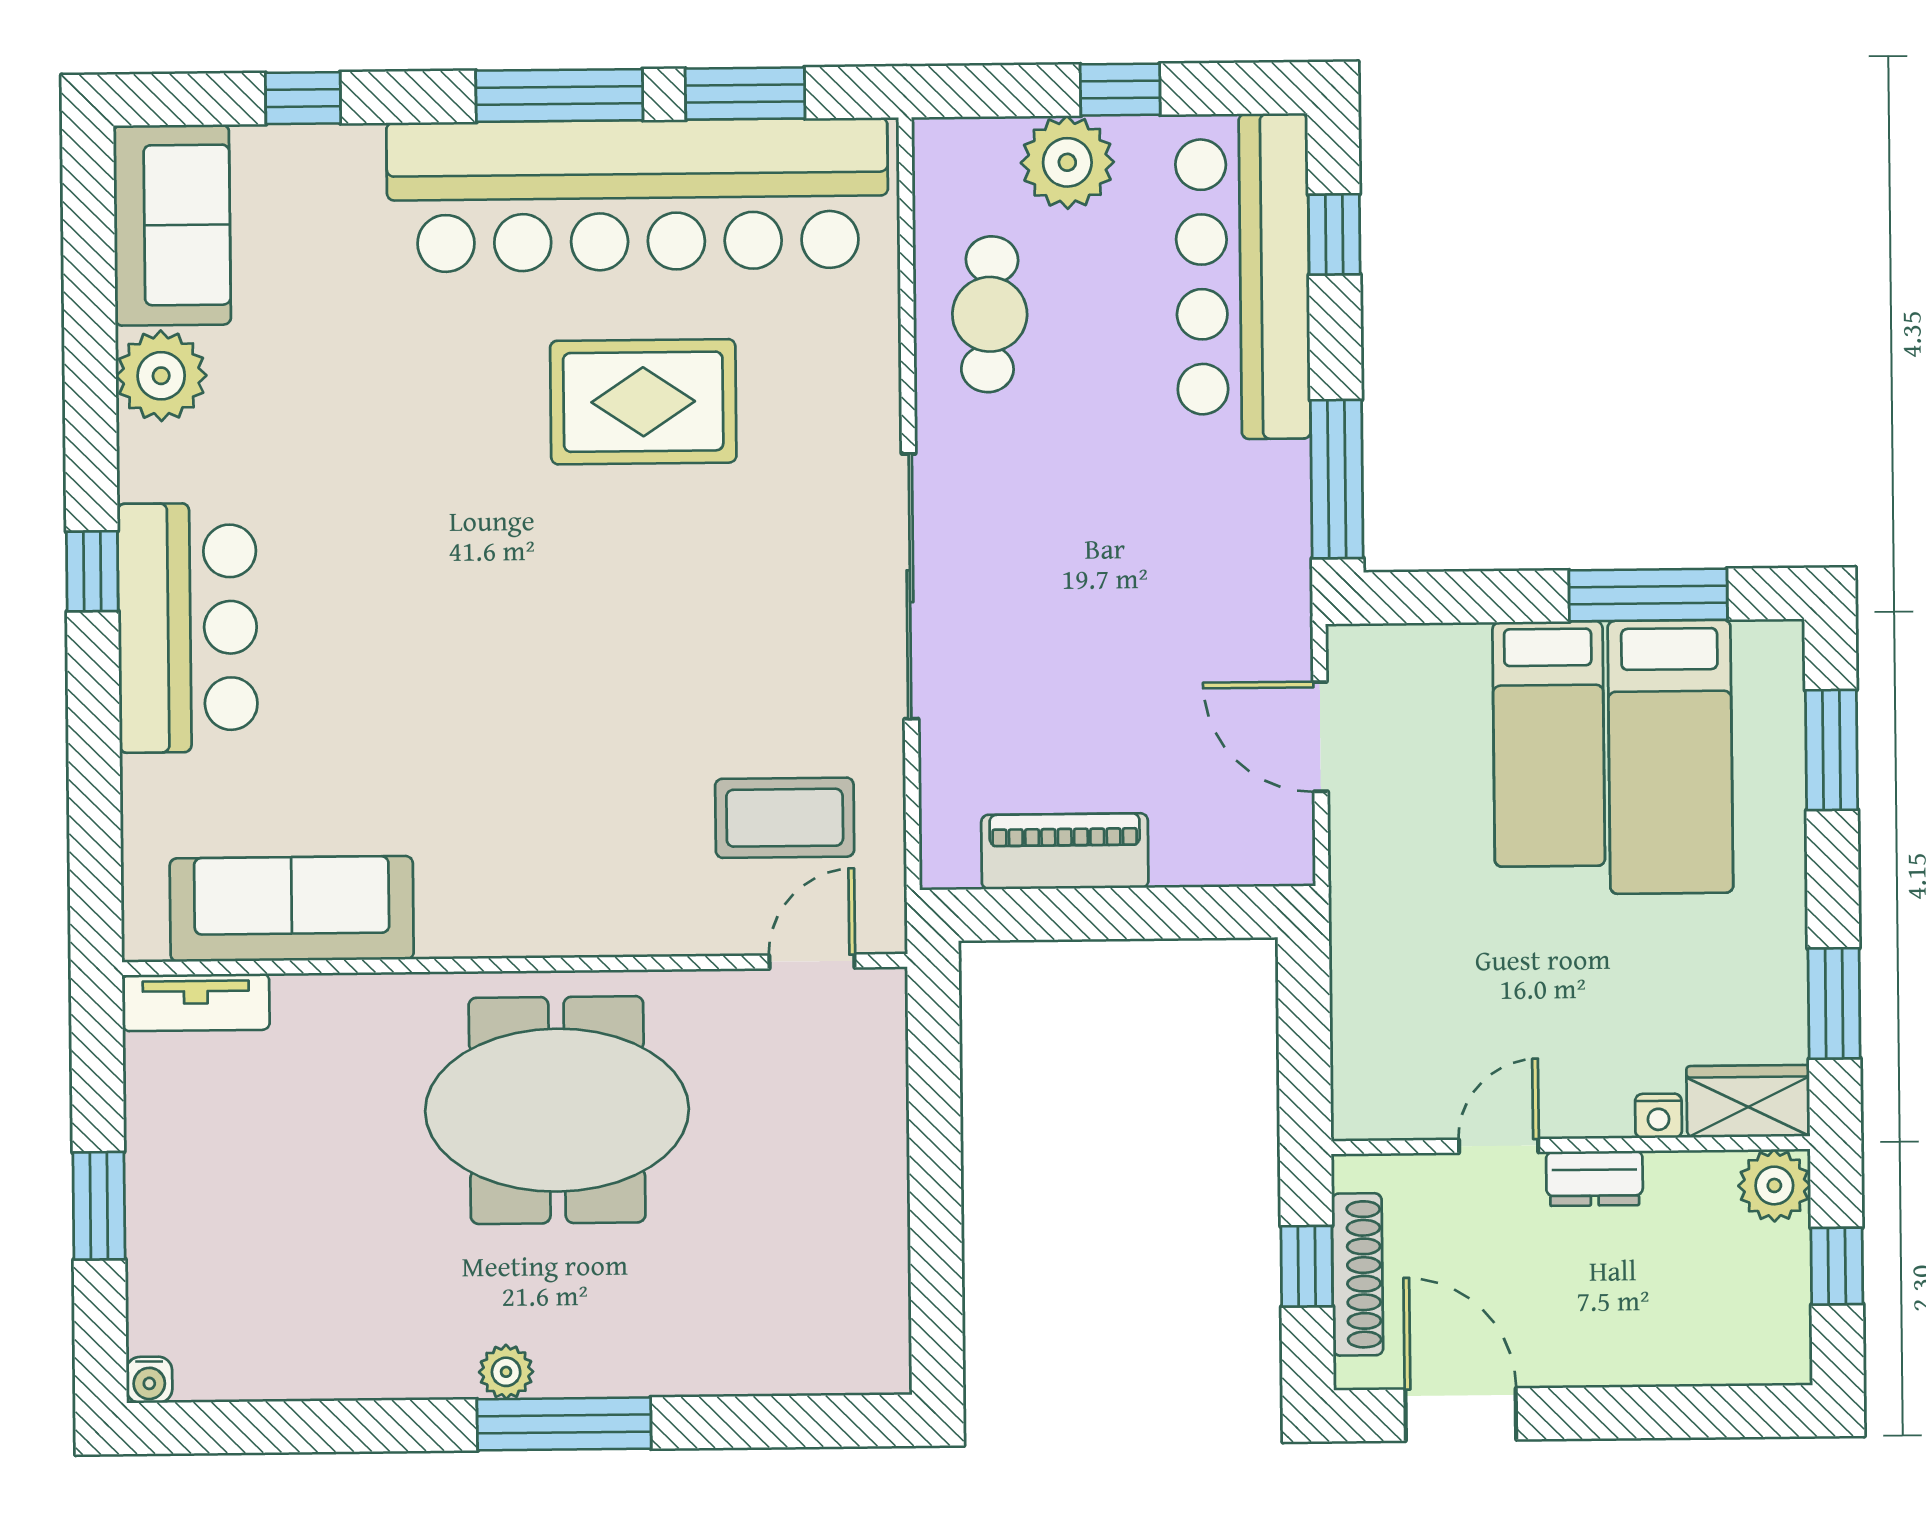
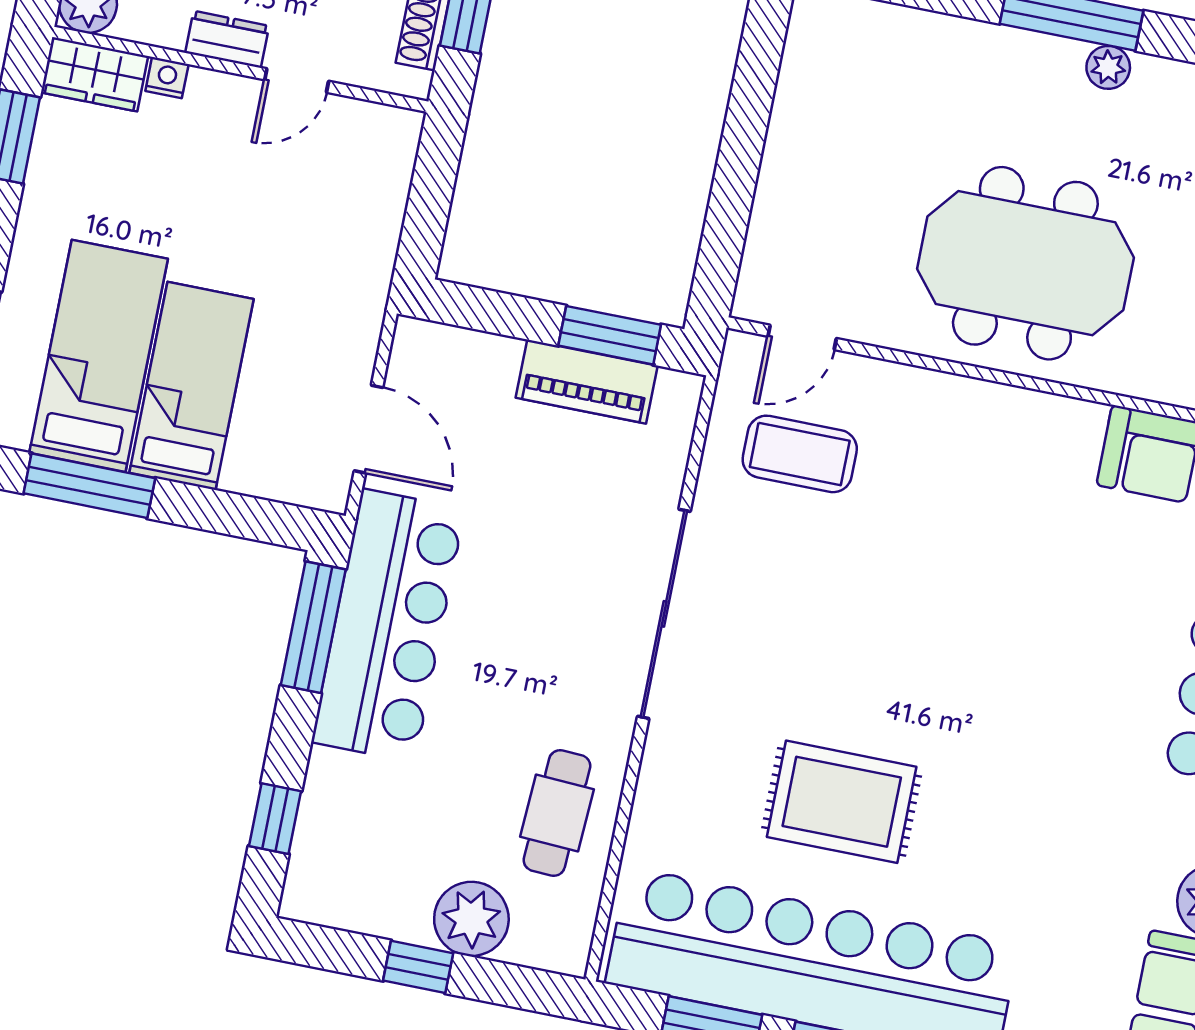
bar counter: (1243, 276) -> (388, 625), moved
window: (1049, 914) -> (610, 335), added

